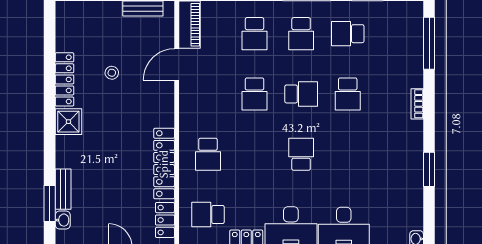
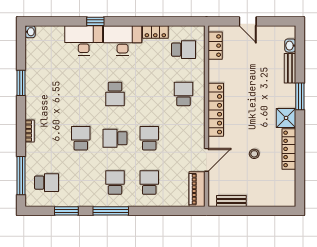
school desk: (348, 34) -> (47, 183), moved
locker: (164, 164) -> (216, 110), moved
window: (50, 204) -> (300, 96), moved

